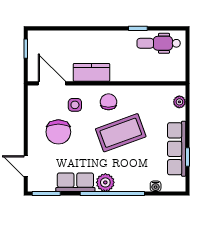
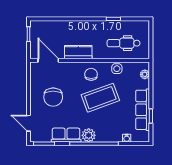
dental chair: (159, 43) -> (124, 43), moved
side table: (75, 105) -> (117, 69), moved

